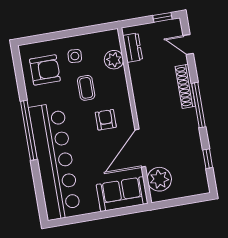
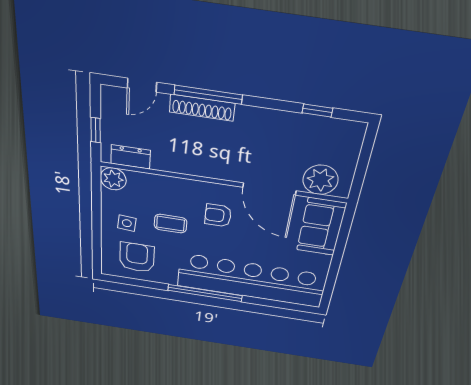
window: (162, 17) -> (96, 130), moved
plant: (114, 60) -> (113, 179), moved
window: (198, 105) -> (208, 95), moved

